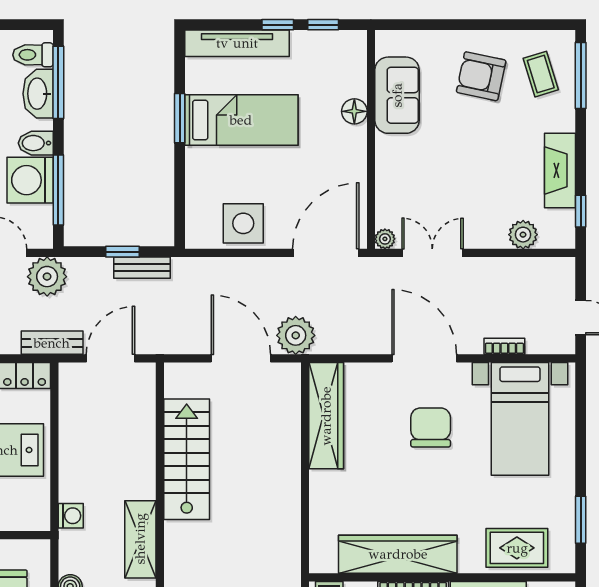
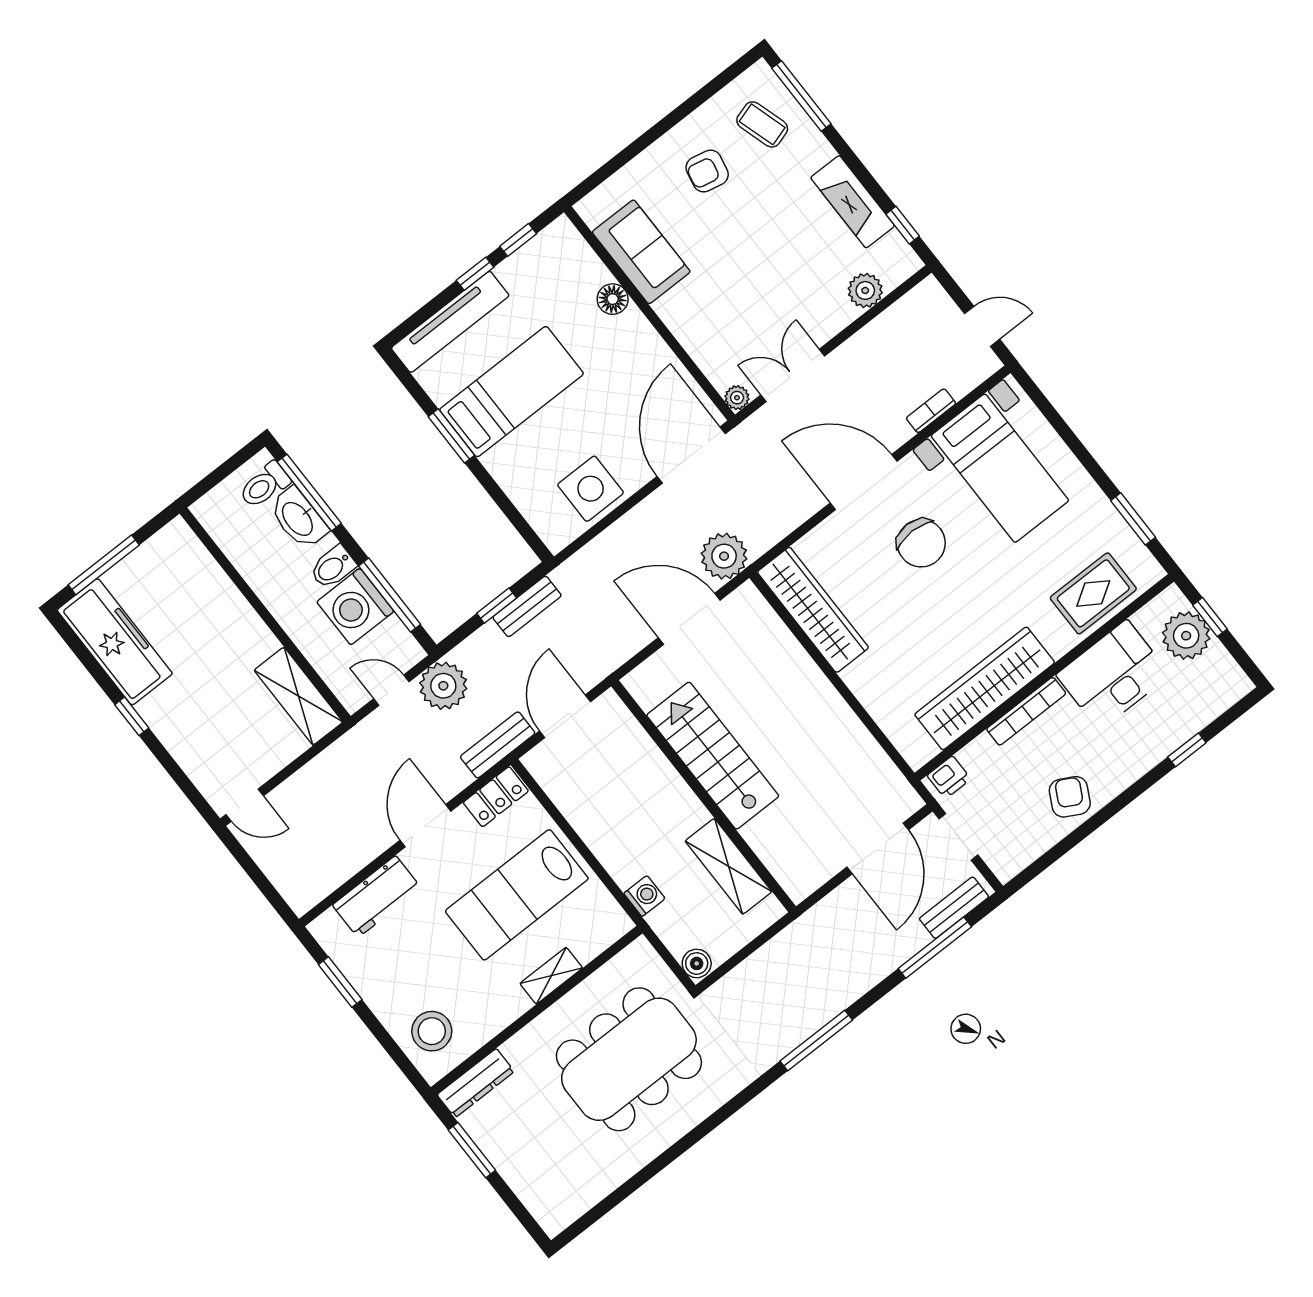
armchair: (481, 76) -> (707, 171), width x0.72, depth x0.72
chair: (431, 428) -> (921, 543), turned 180

